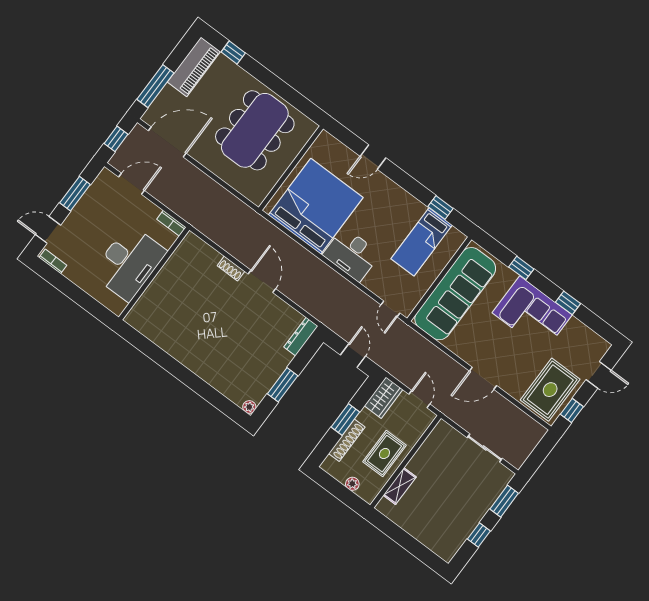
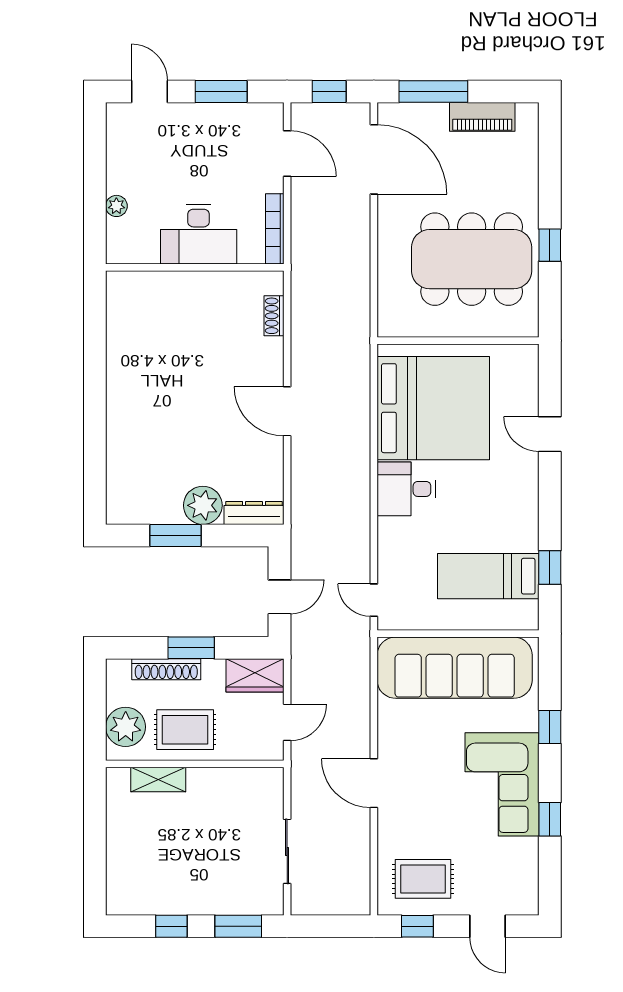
window: (233, 52) -> (550, 245), moved
piano: (194, 67) -> (482, 117), width x0.73, depth x0.75
bookcase: (171, 223) -> (275, 229), width x1.56
desk: (351, 254) -> (406, 489), width x0.73
bookcase: (53, 261) -> (114, 127), removed
desk: (129, 263) -> (199, 234), width x0.73, depth x0.77
shoe rack: (231, 268) -> (274, 316), moved
door: (262, 281) -> (287, 411), swing flipped
plant: (93, 290) -> (116, 206), added
door: (390, 309) -> (374, 600), hinge flipped
rug: (550, 390) -> (423, 879), width x0.73, depth x0.70
plant: (249, 407) -> (203, 505), moved, width x1.88, depth x1.88
plant: (352, 484) -> (126, 727), width x1.88, depth x1.88

